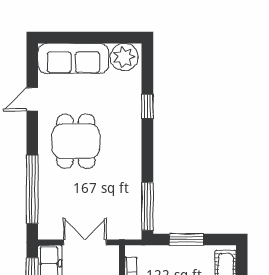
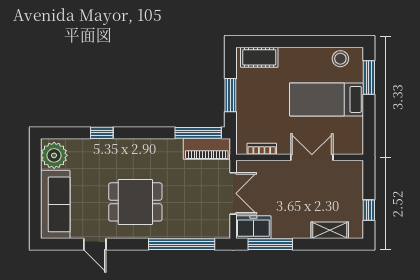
piano: (131, 215) -> (207, 149), added
double door: (85, 242) -> (233, 193), swing flipped

